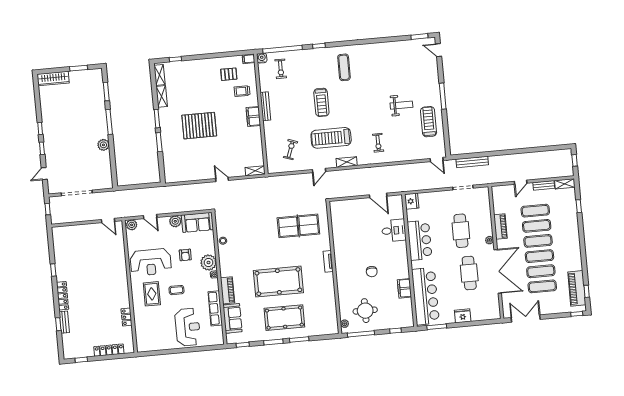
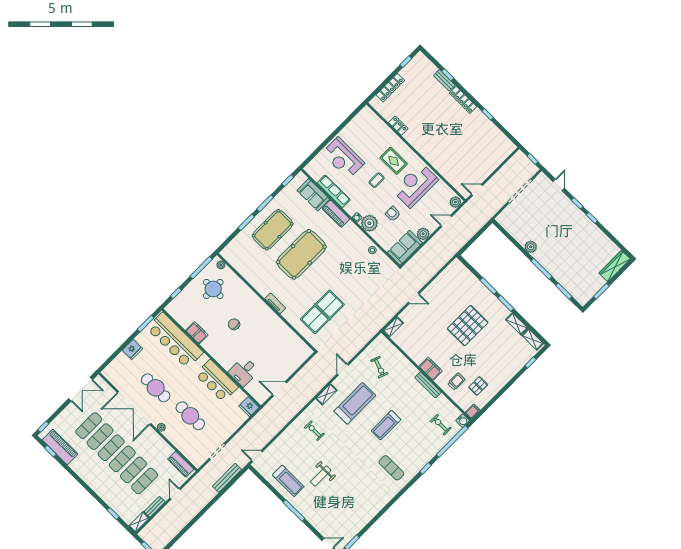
treadmill: (321, 102) -> (386, 425), turned -90
piano: (500, 227) -> (181, 464), moved

